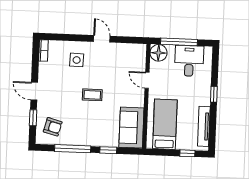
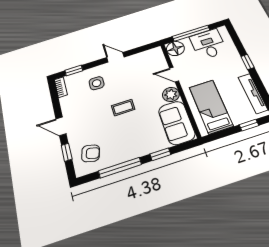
window: (60, 37) -> (74, 71), added
plant: (137, 99) -> (171, 94), added

